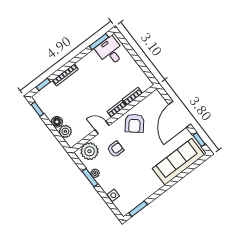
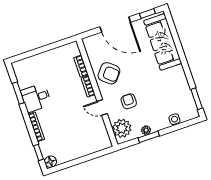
window: (99, 42) -> (18, 93), moved
desk: (110, 51) -> (36, 98), moved
window: (37, 109) -> (62, 167), removed
floor lamp: (57, 122) -> (51, 162), moved
door: (102, 128) -> (102, 108), hinge flipped
plant: (65, 131) -> (94, 146), removed

